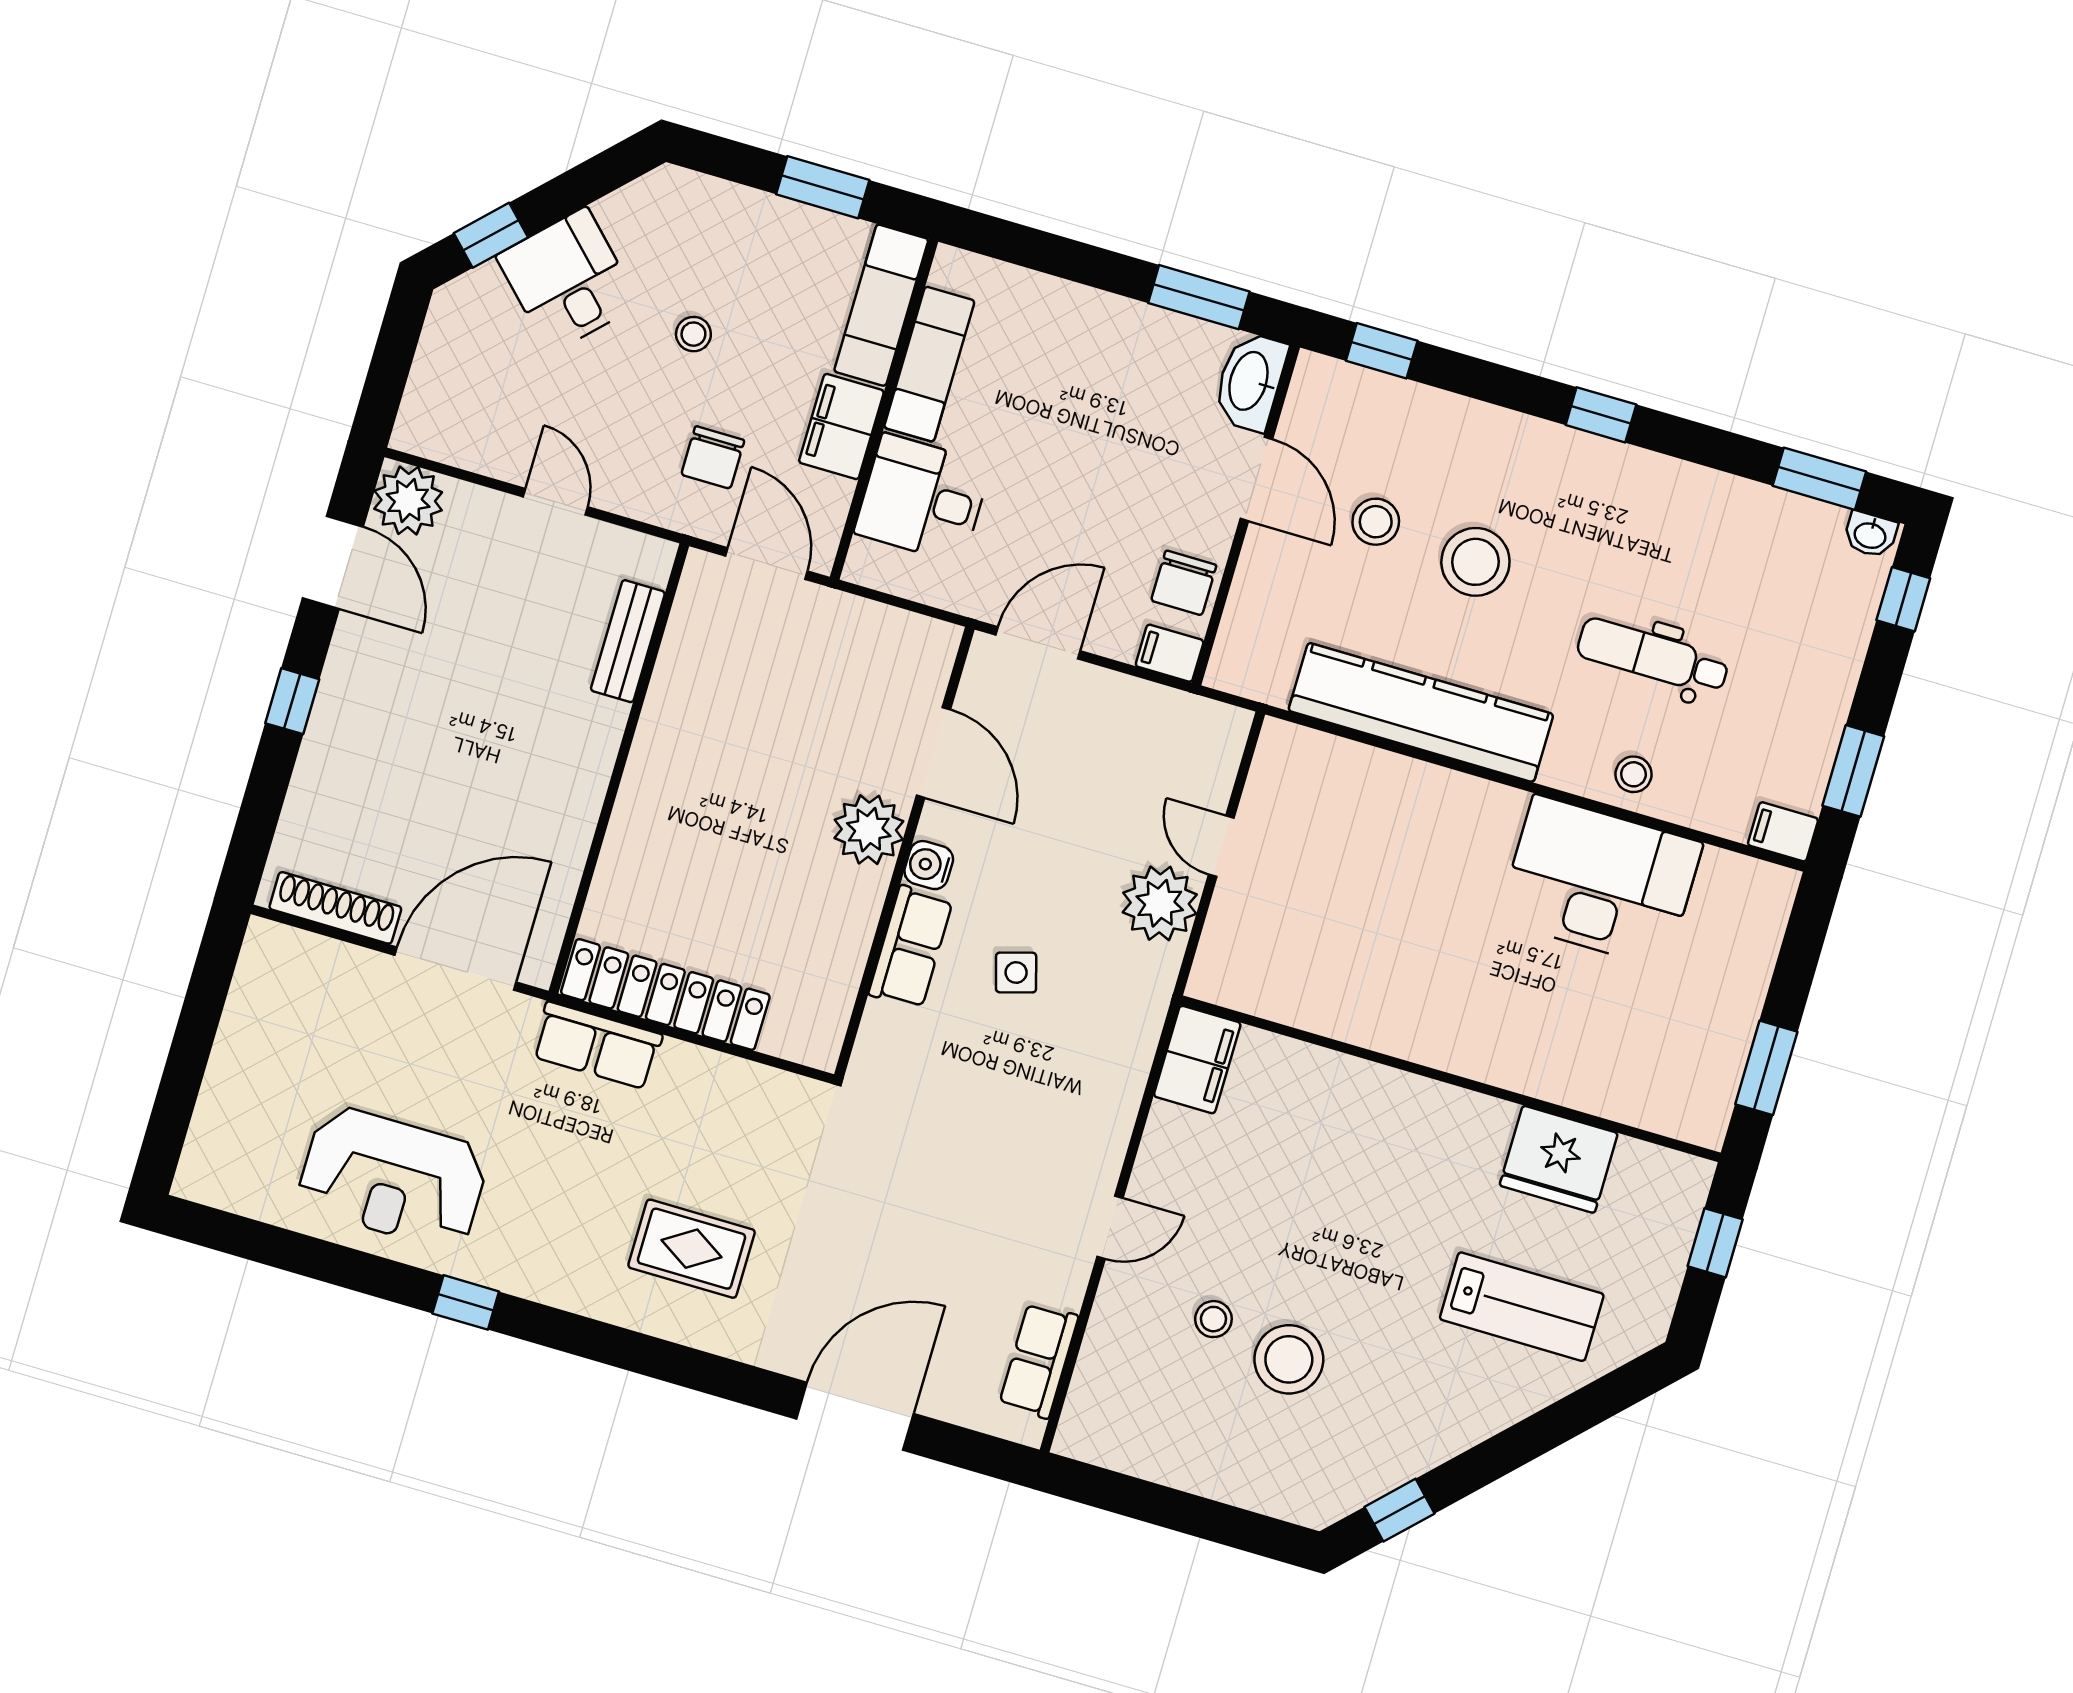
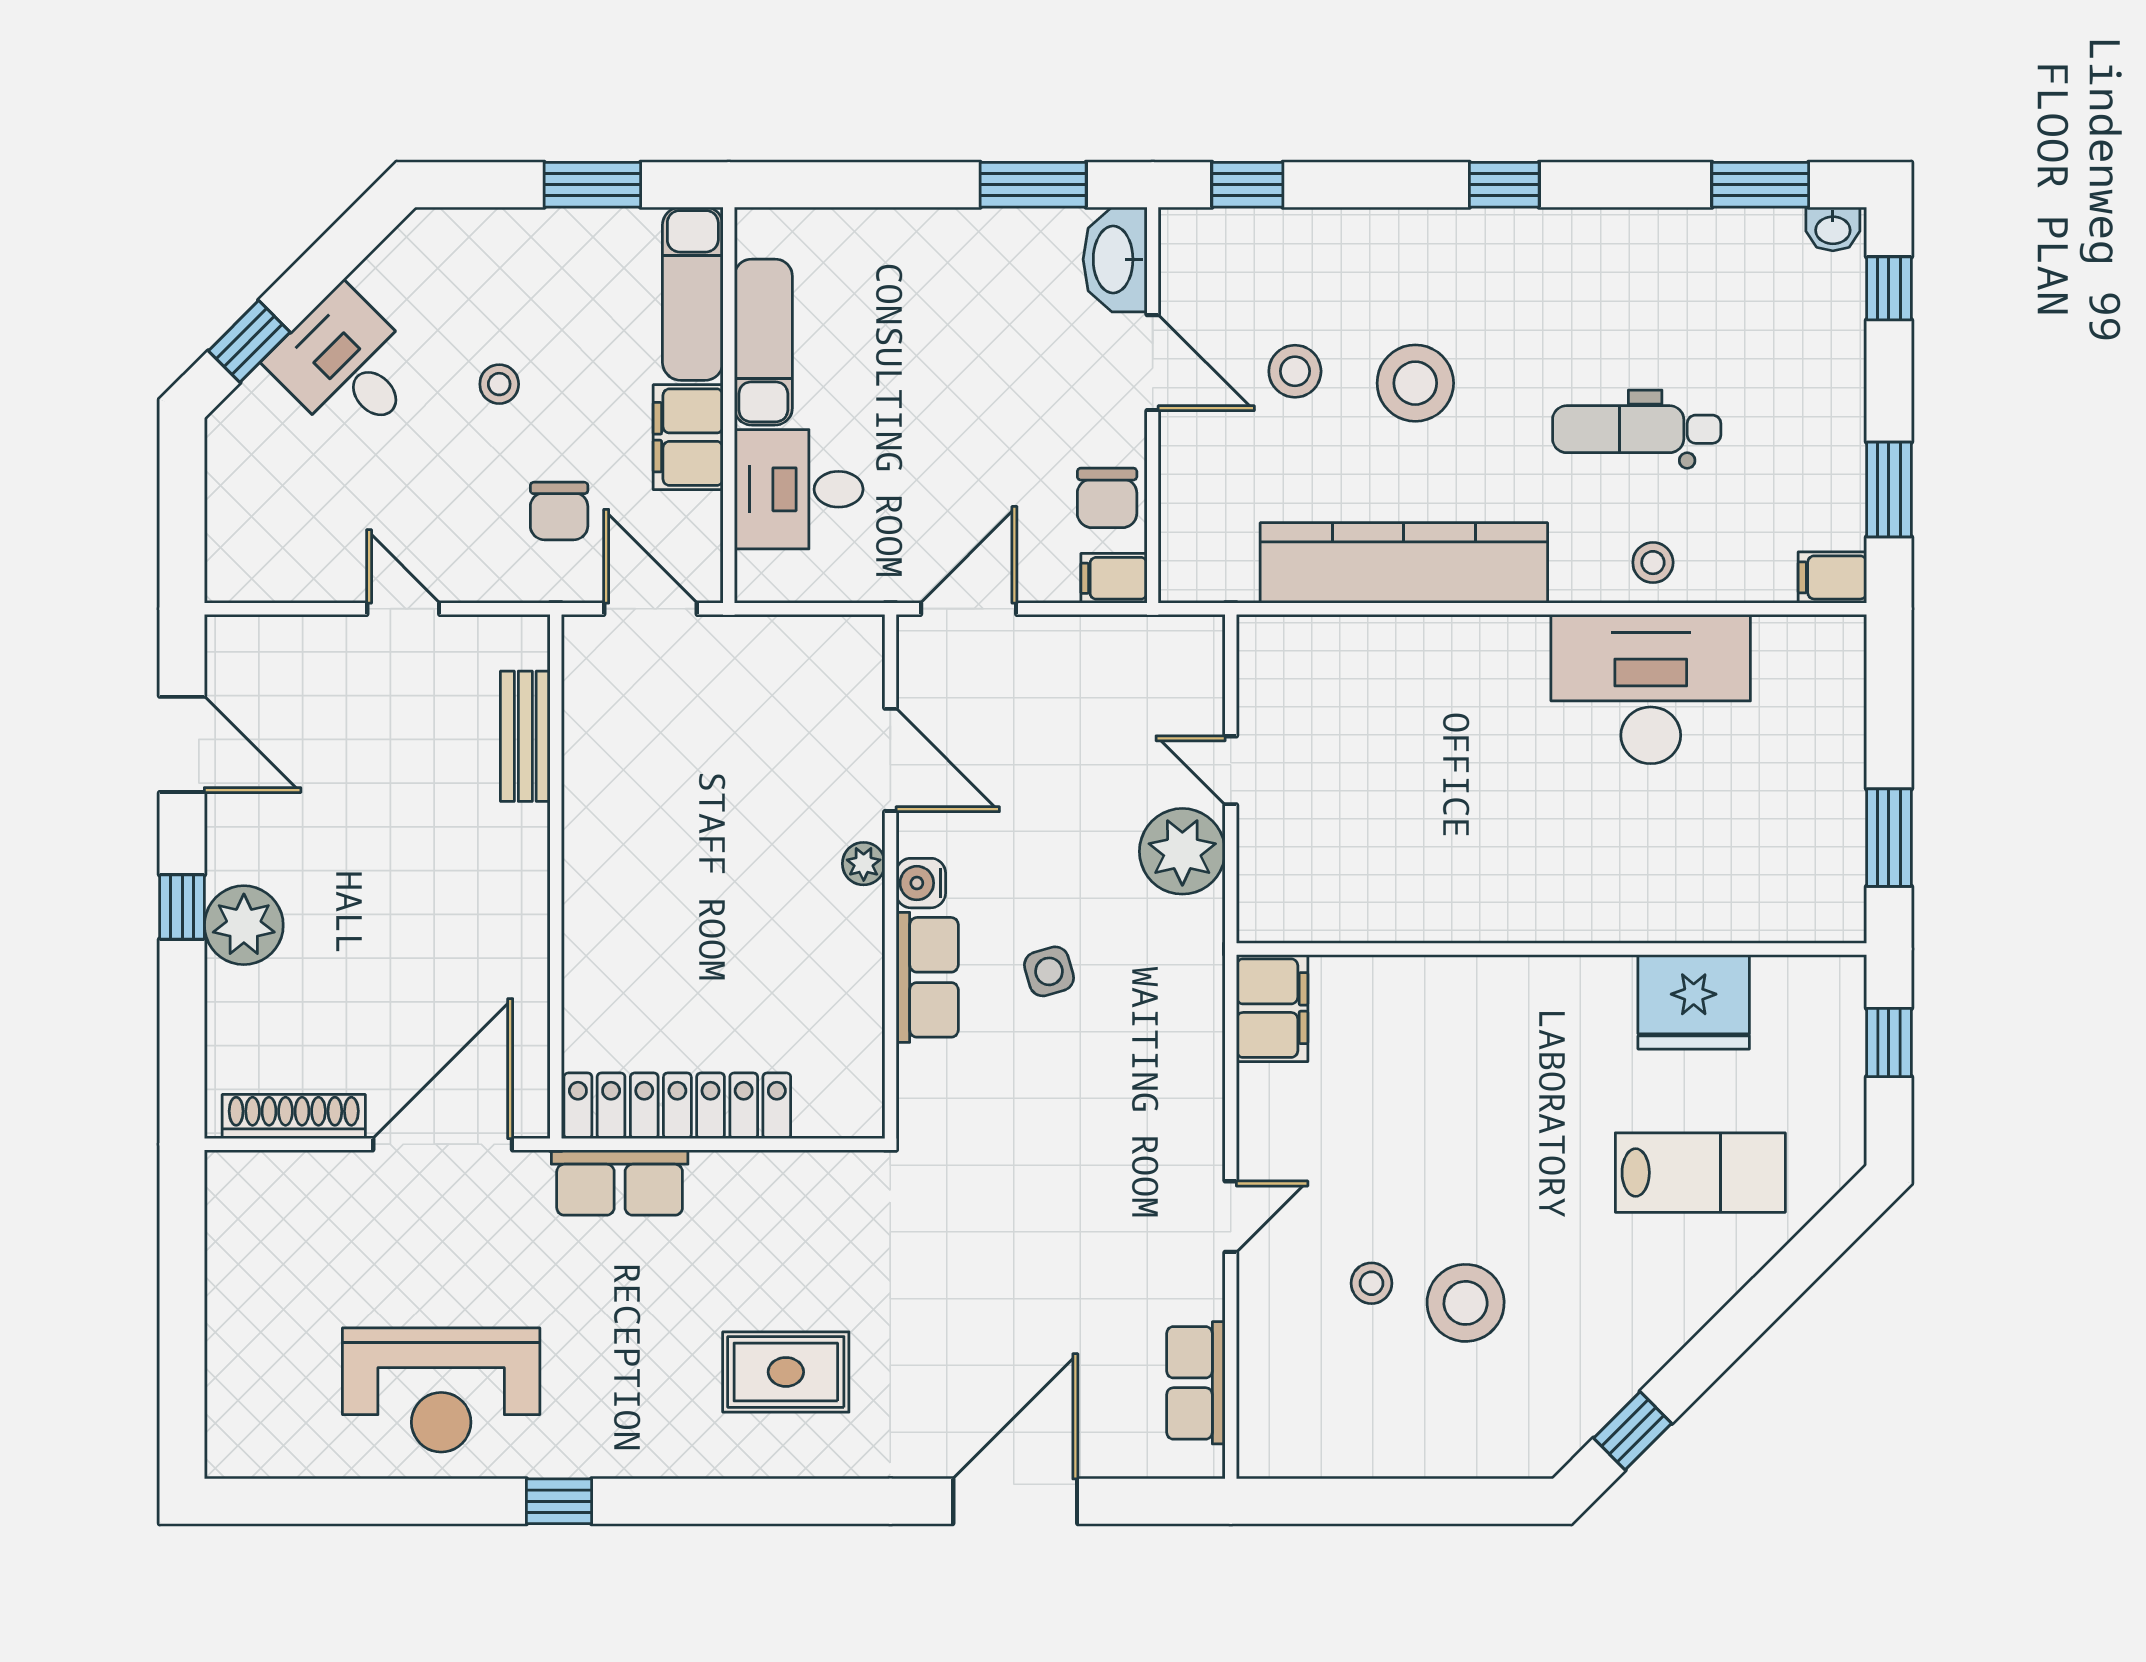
plant: (408, 500) -> (244, 925), moved
plant: (869, 830) -> (864, 864), width x0.53, depth x0.53

